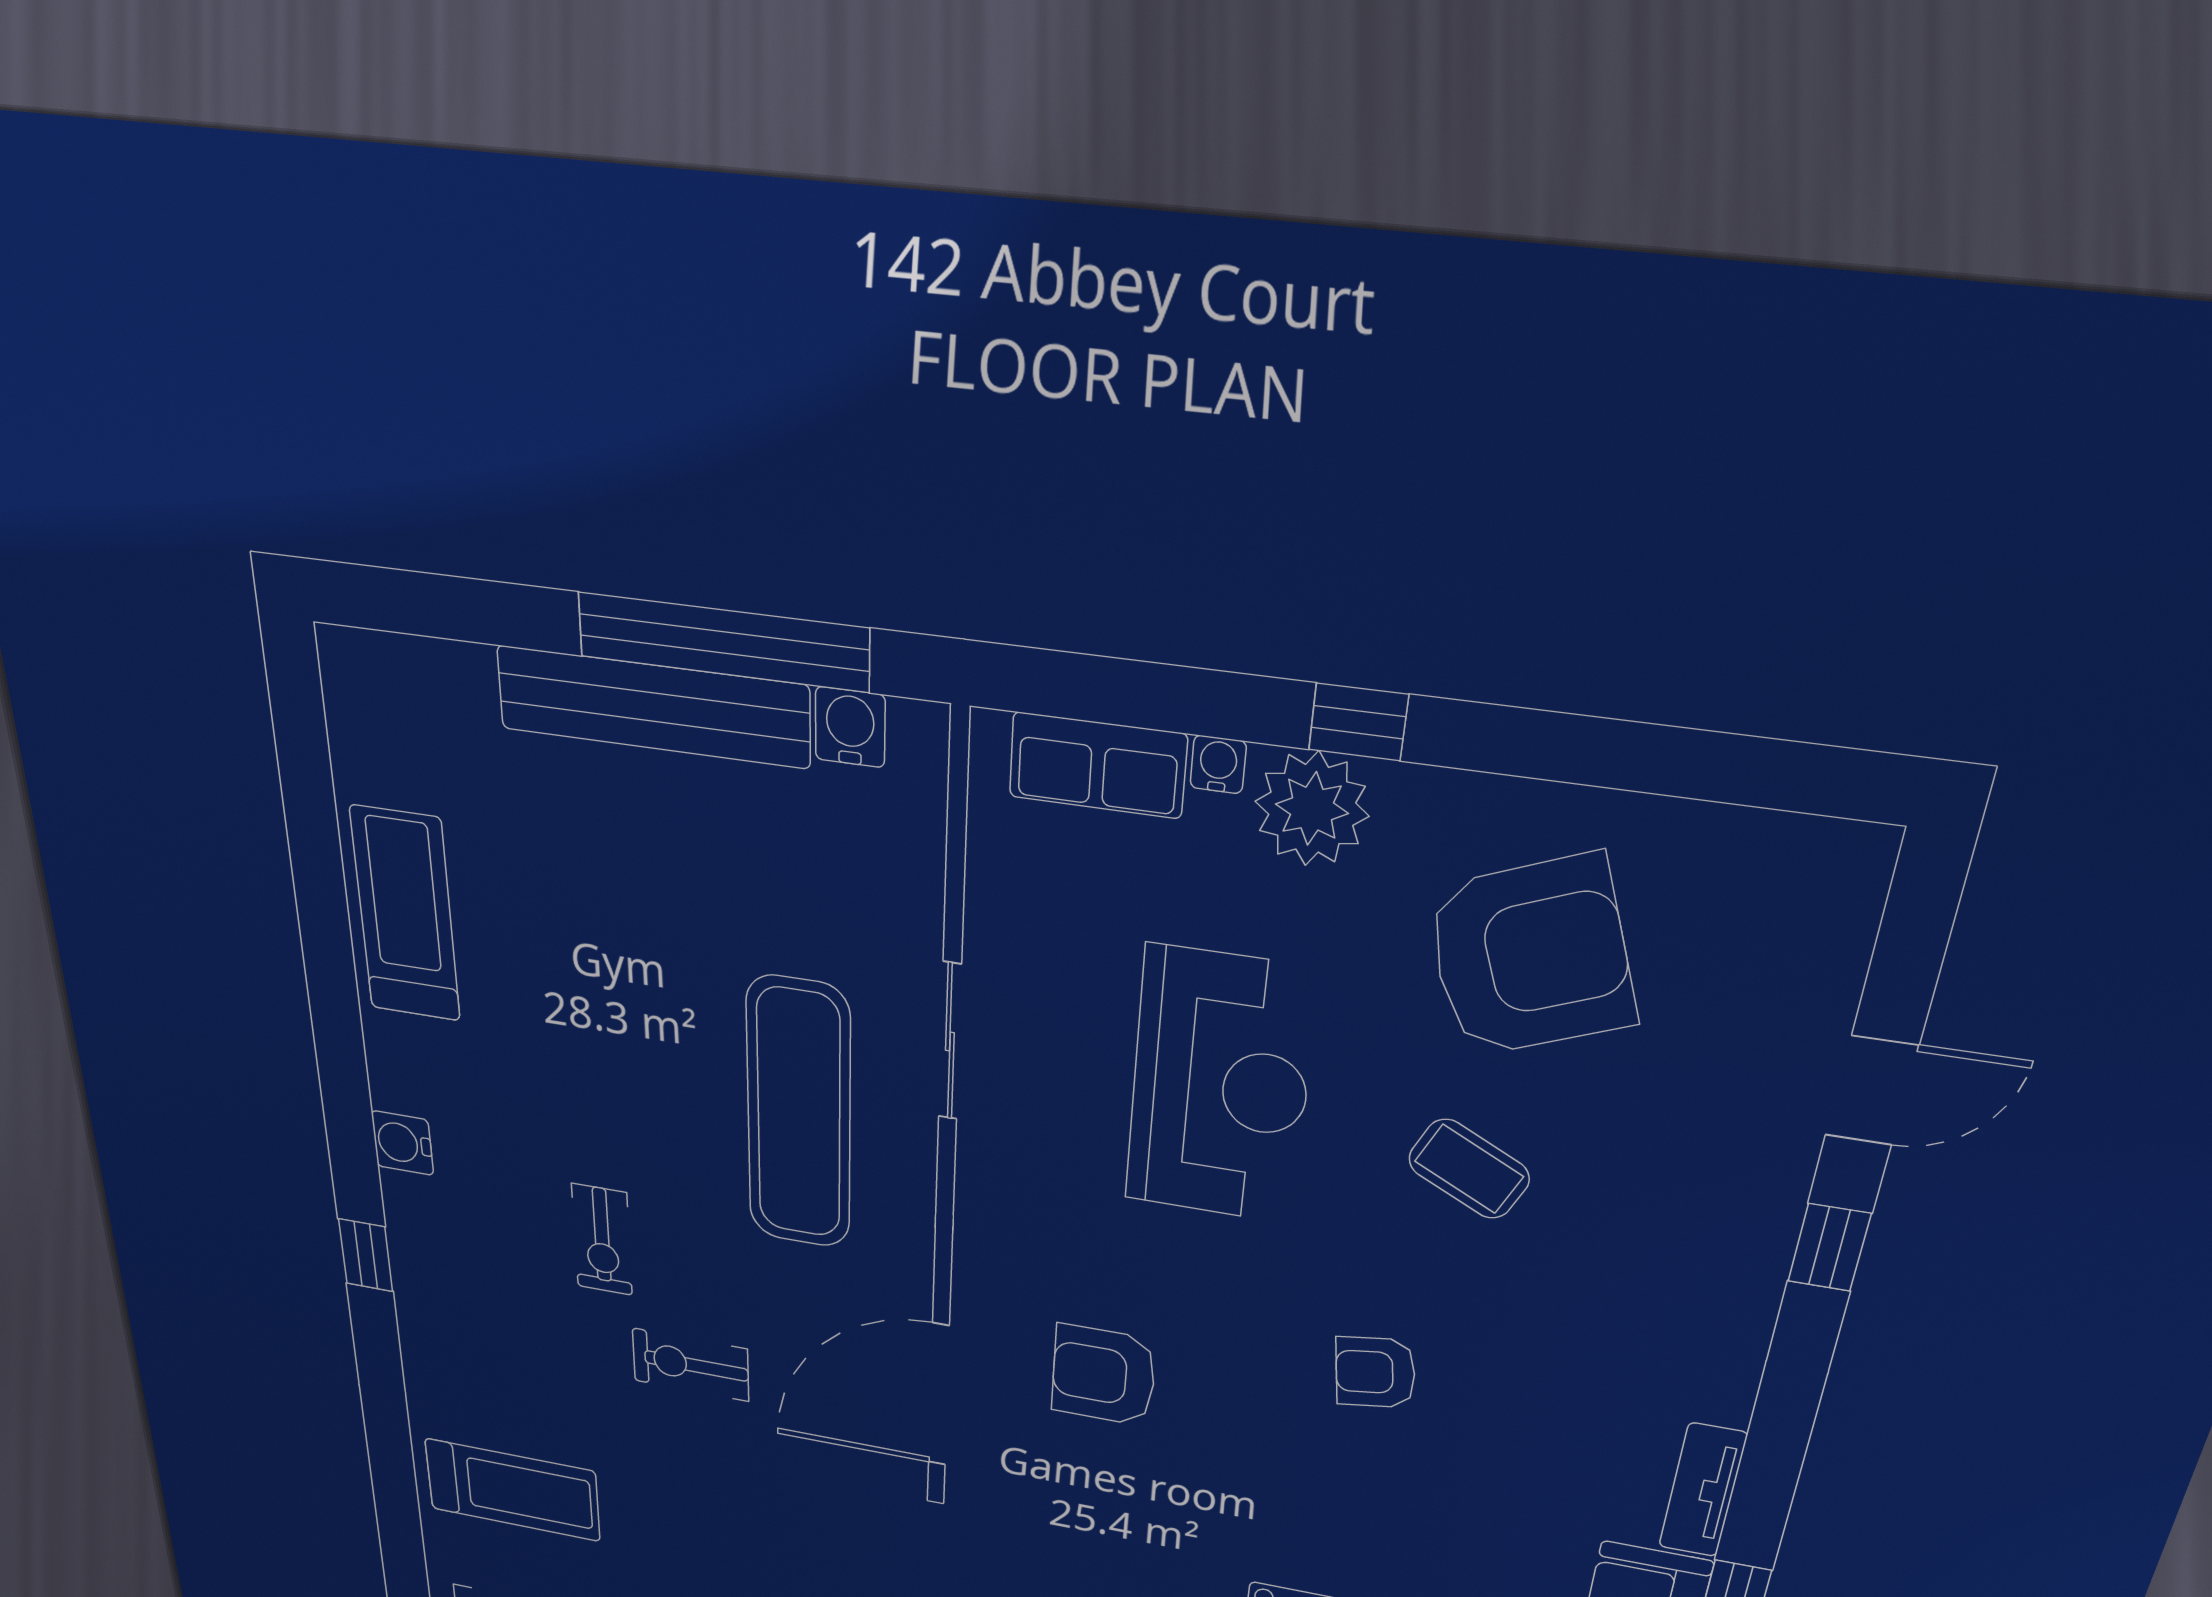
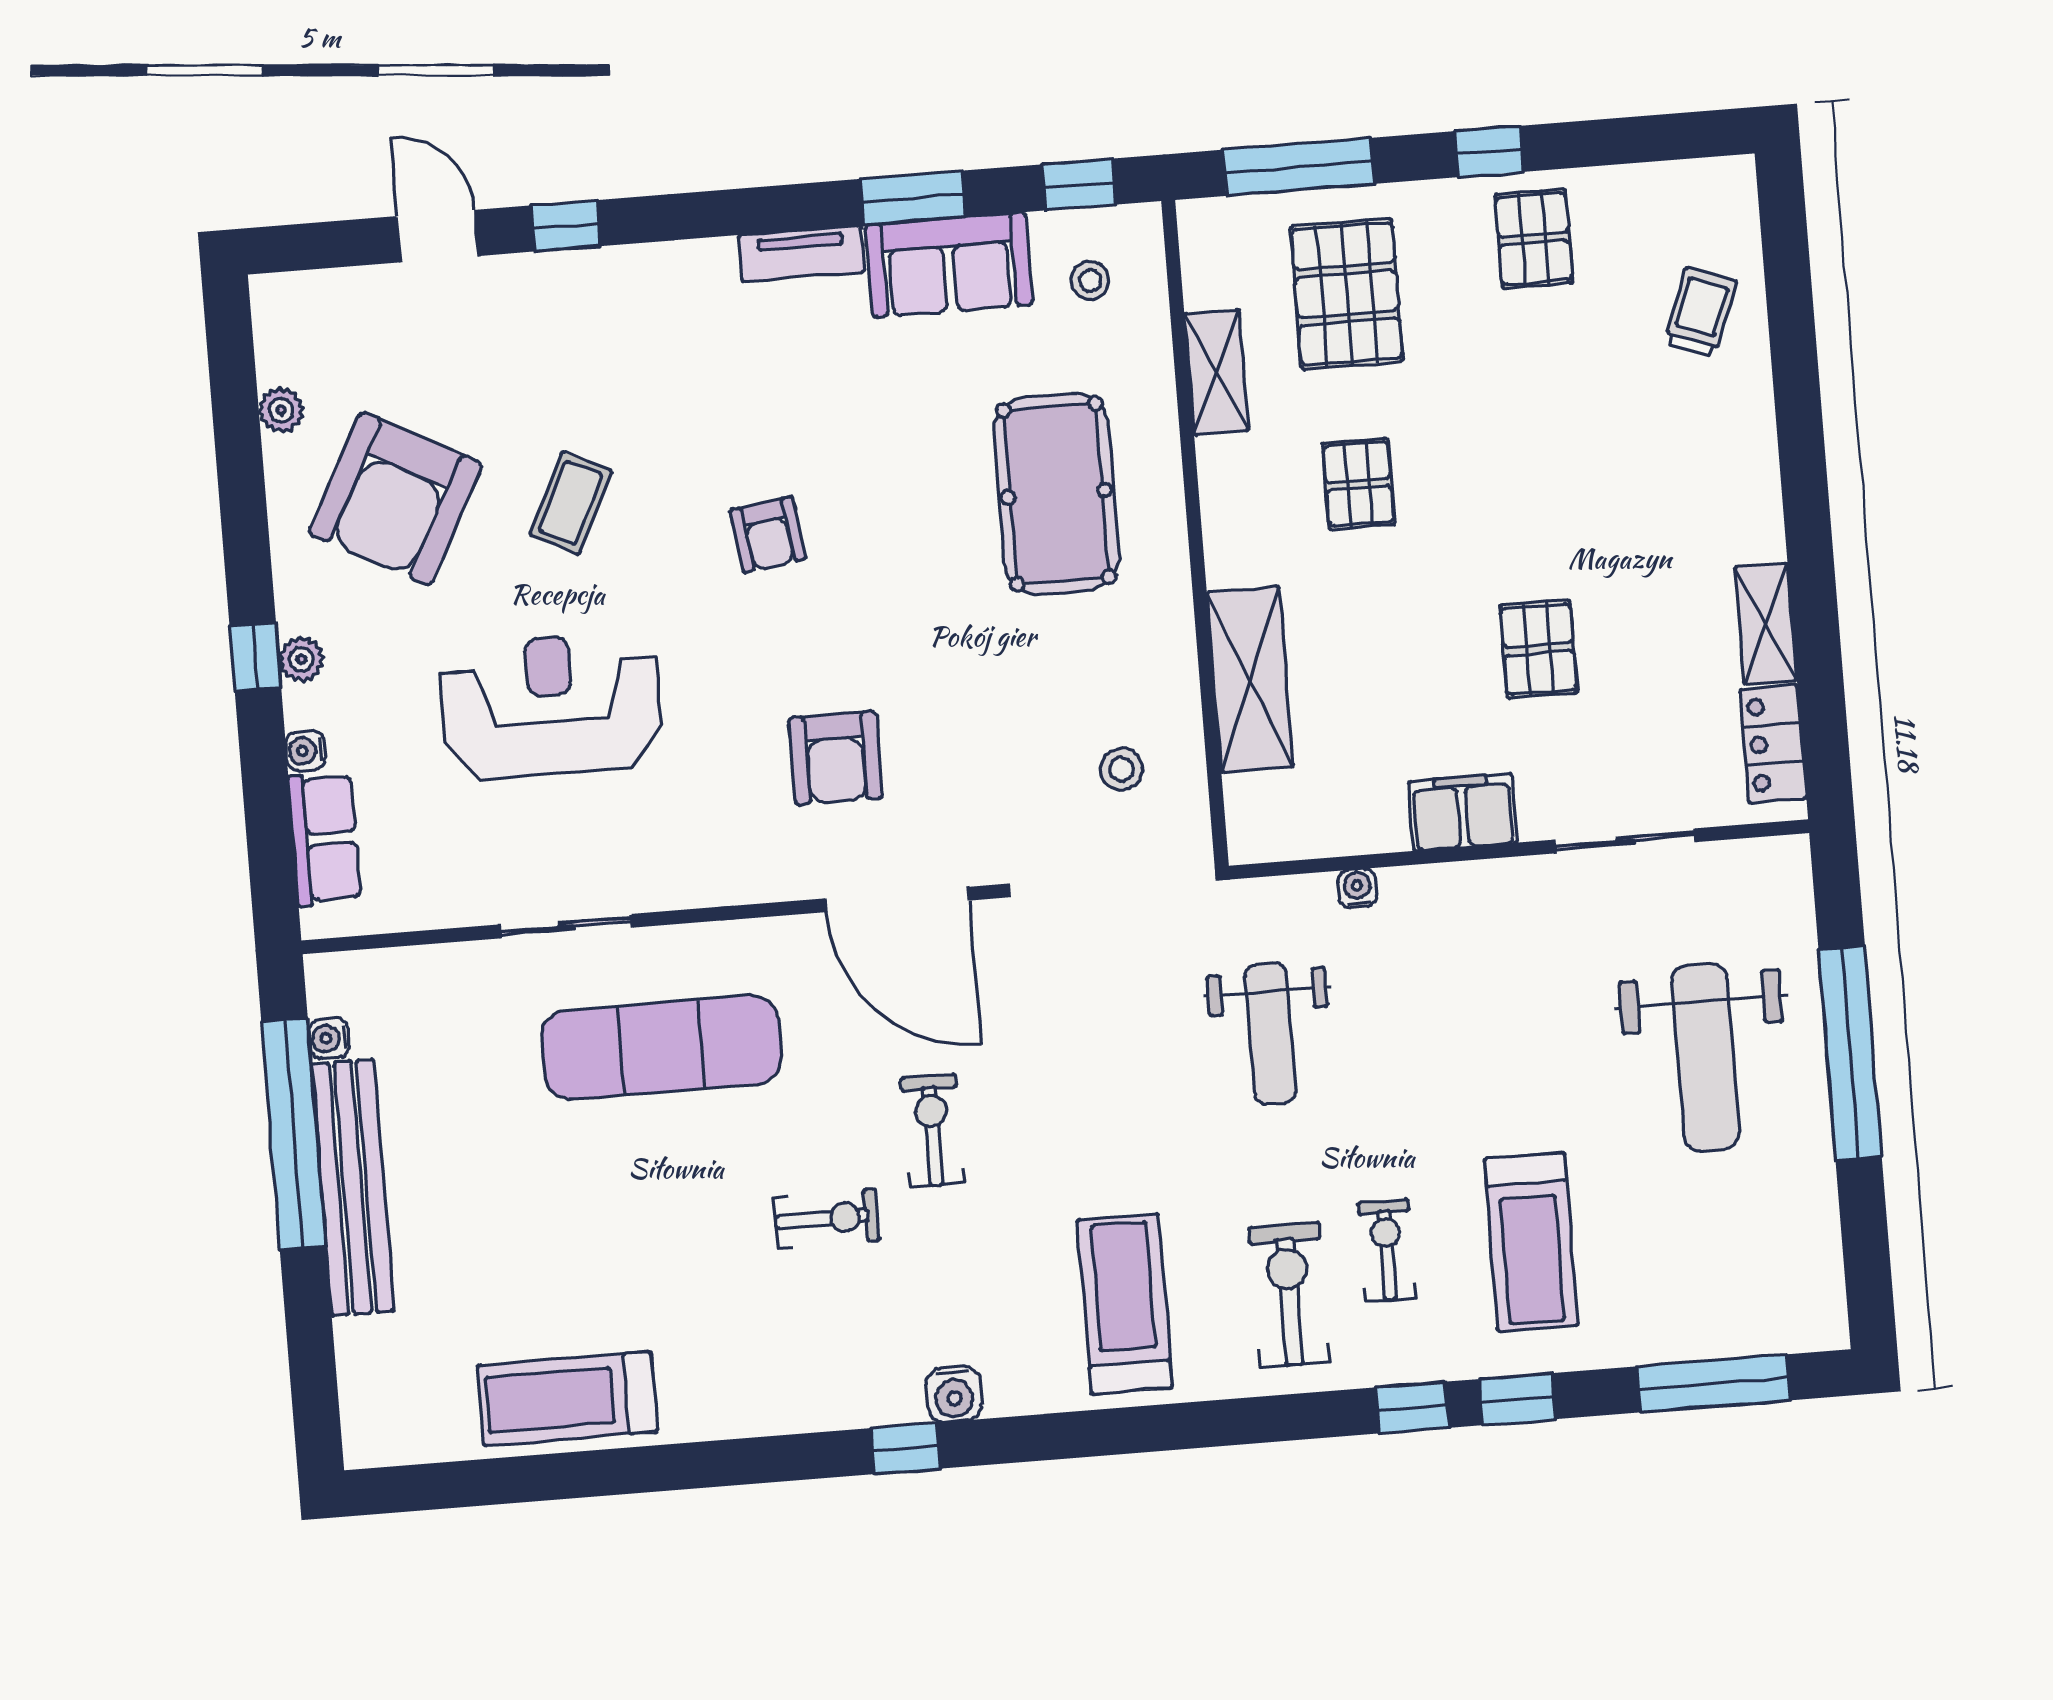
water cooler: (850, 727) -> (329, 1038), width x0.72, depth x0.72
plant: (1312, 809) -> (301, 659), width x0.53, depth x0.53
plant: (1696, 831) -> (281, 410), added
armchair: (1530, 957) -> (395, 499), turned -131
water cooler: (402, 1143) -> (954, 1394), moved
exercise bike: (691, 1365) -> (932, 1131), turned 180

